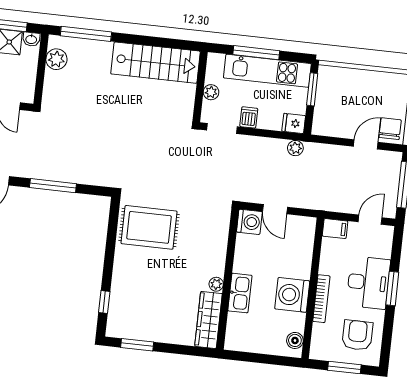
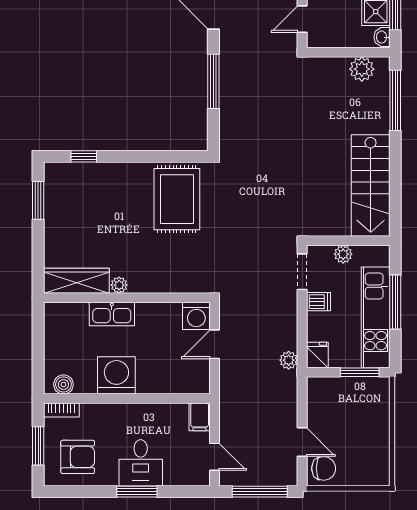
desk: (368, 283) -> (141, 463), width x0.73
bookcase: (321, 299) -> (61, 410), moved, width x0.64

